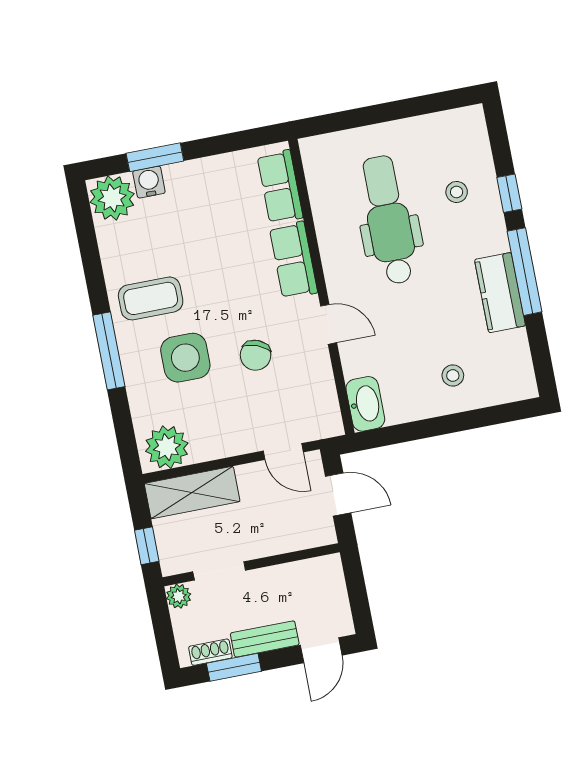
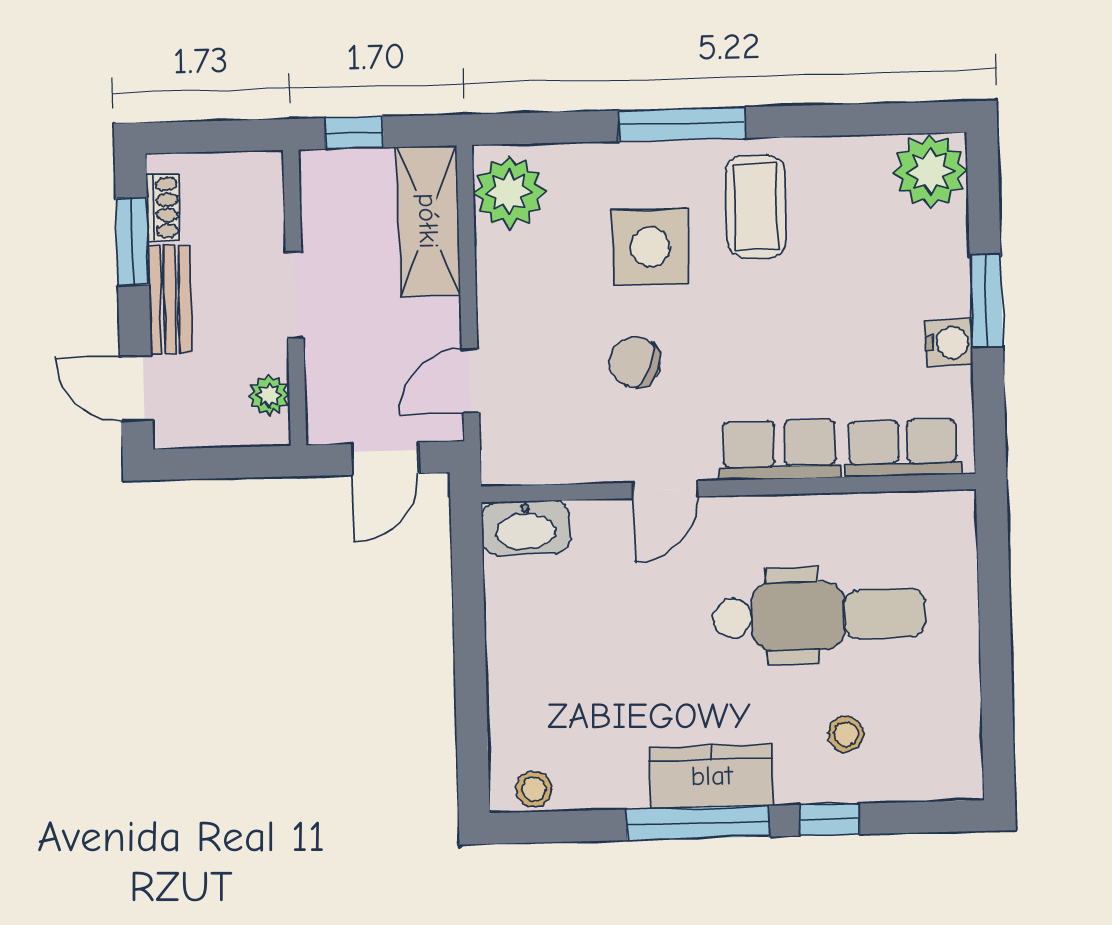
window: (155, 157) -> (986, 301), moved
water cooler: (149, 182) -> (949, 343), moved
kitchen counter: (500, 293) -> (712, 776), moved
stool: (453, 375) -> (534, 789), moved
doorway: (219, 571) -> (295, 295), moved
plant: (179, 596) -> (269, 396), moved

